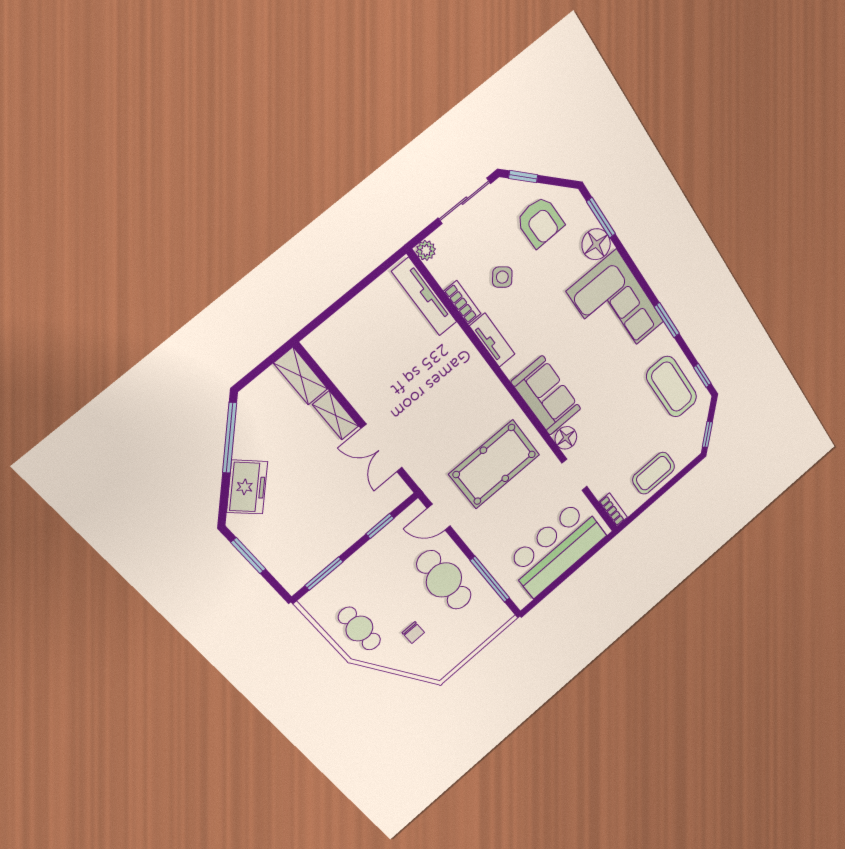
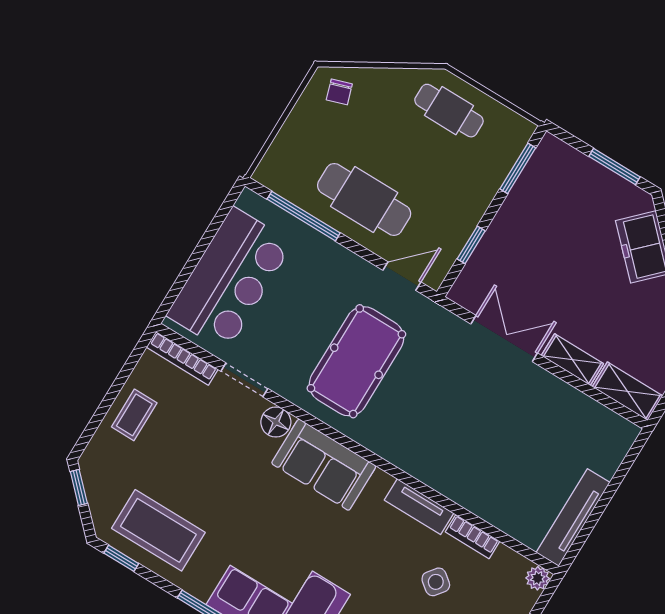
tv unit: (424, 297) -> (573, 518), moved, turned -90
coffee table: (654, 473) -> (134, 415), width x0.73, depth x0.77
bookcase: (613, 510) -> (182, 358), width x1.56
chair: (413, 632) -> (339, 92), moved, turned -108

